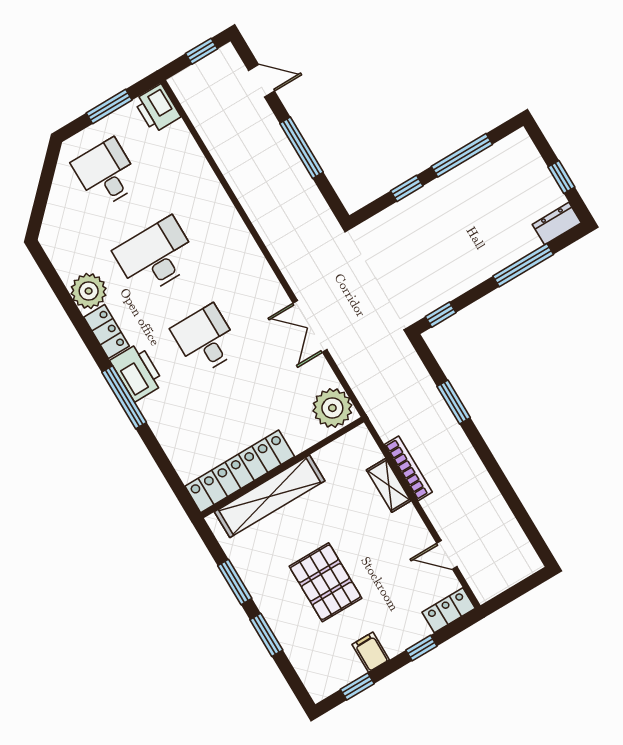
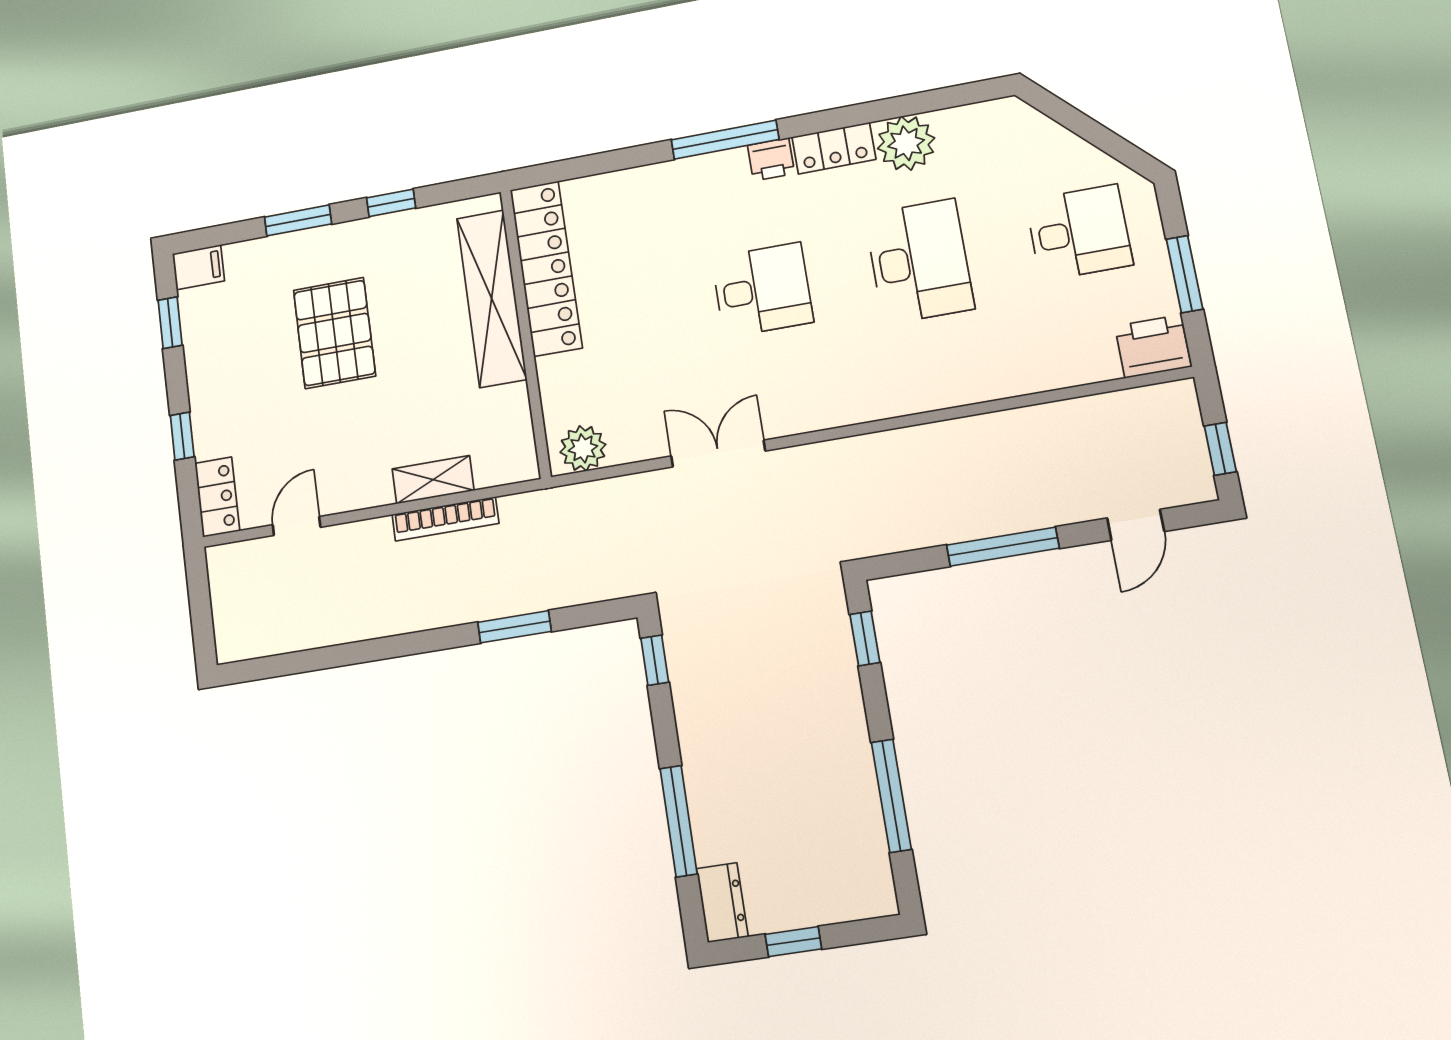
window: (407, 188) -> (865, 638), moved
printer: (137, 372) -> (771, 159), width x0.53, depth x0.68
plant: (332, 408) -> (583, 448), width x0.73, depth x0.73
window: (235, 582) -> (391, 203), width x0.67
pallet: (325, 582) -> (334, 333), turned 90
filing cabinet: (371, 652) -> (198, 267), moved

